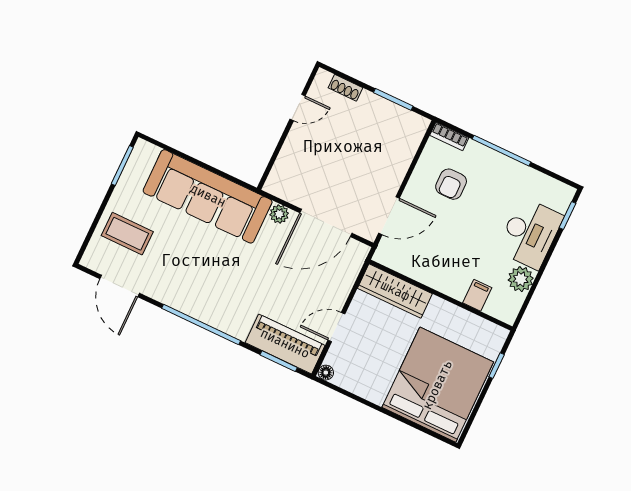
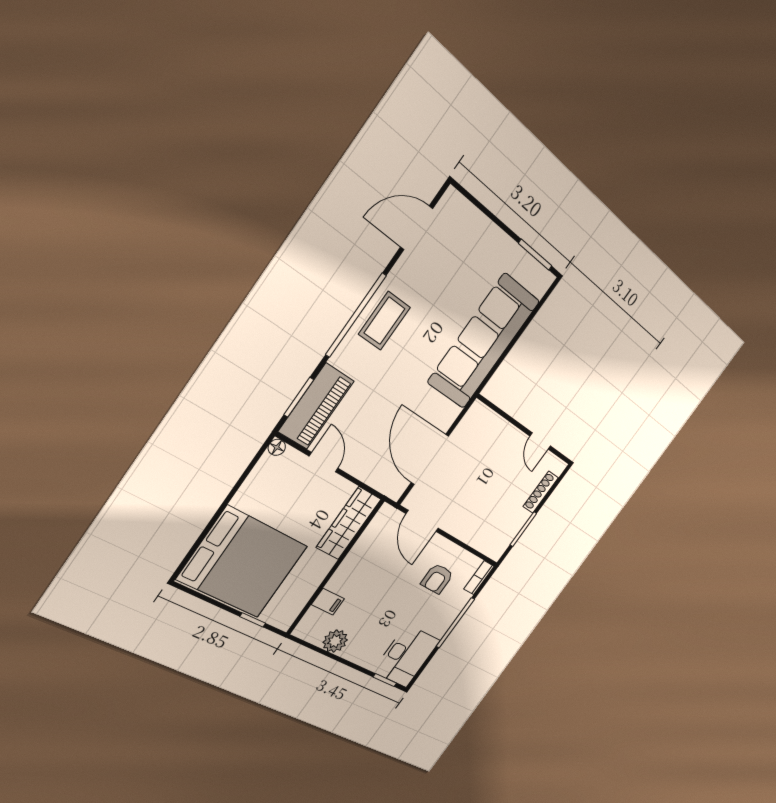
shoe rack: (345, 88) -> (541, 492), width x1.43
armchair: (451, 184) -> (437, 579), turned -90
plant: (279, 214) -> (449, 414), removed
desk: (530, 233) -> (406, 656), moved, turned -90
coffee table: (127, 234) -> (384, 321), moved

